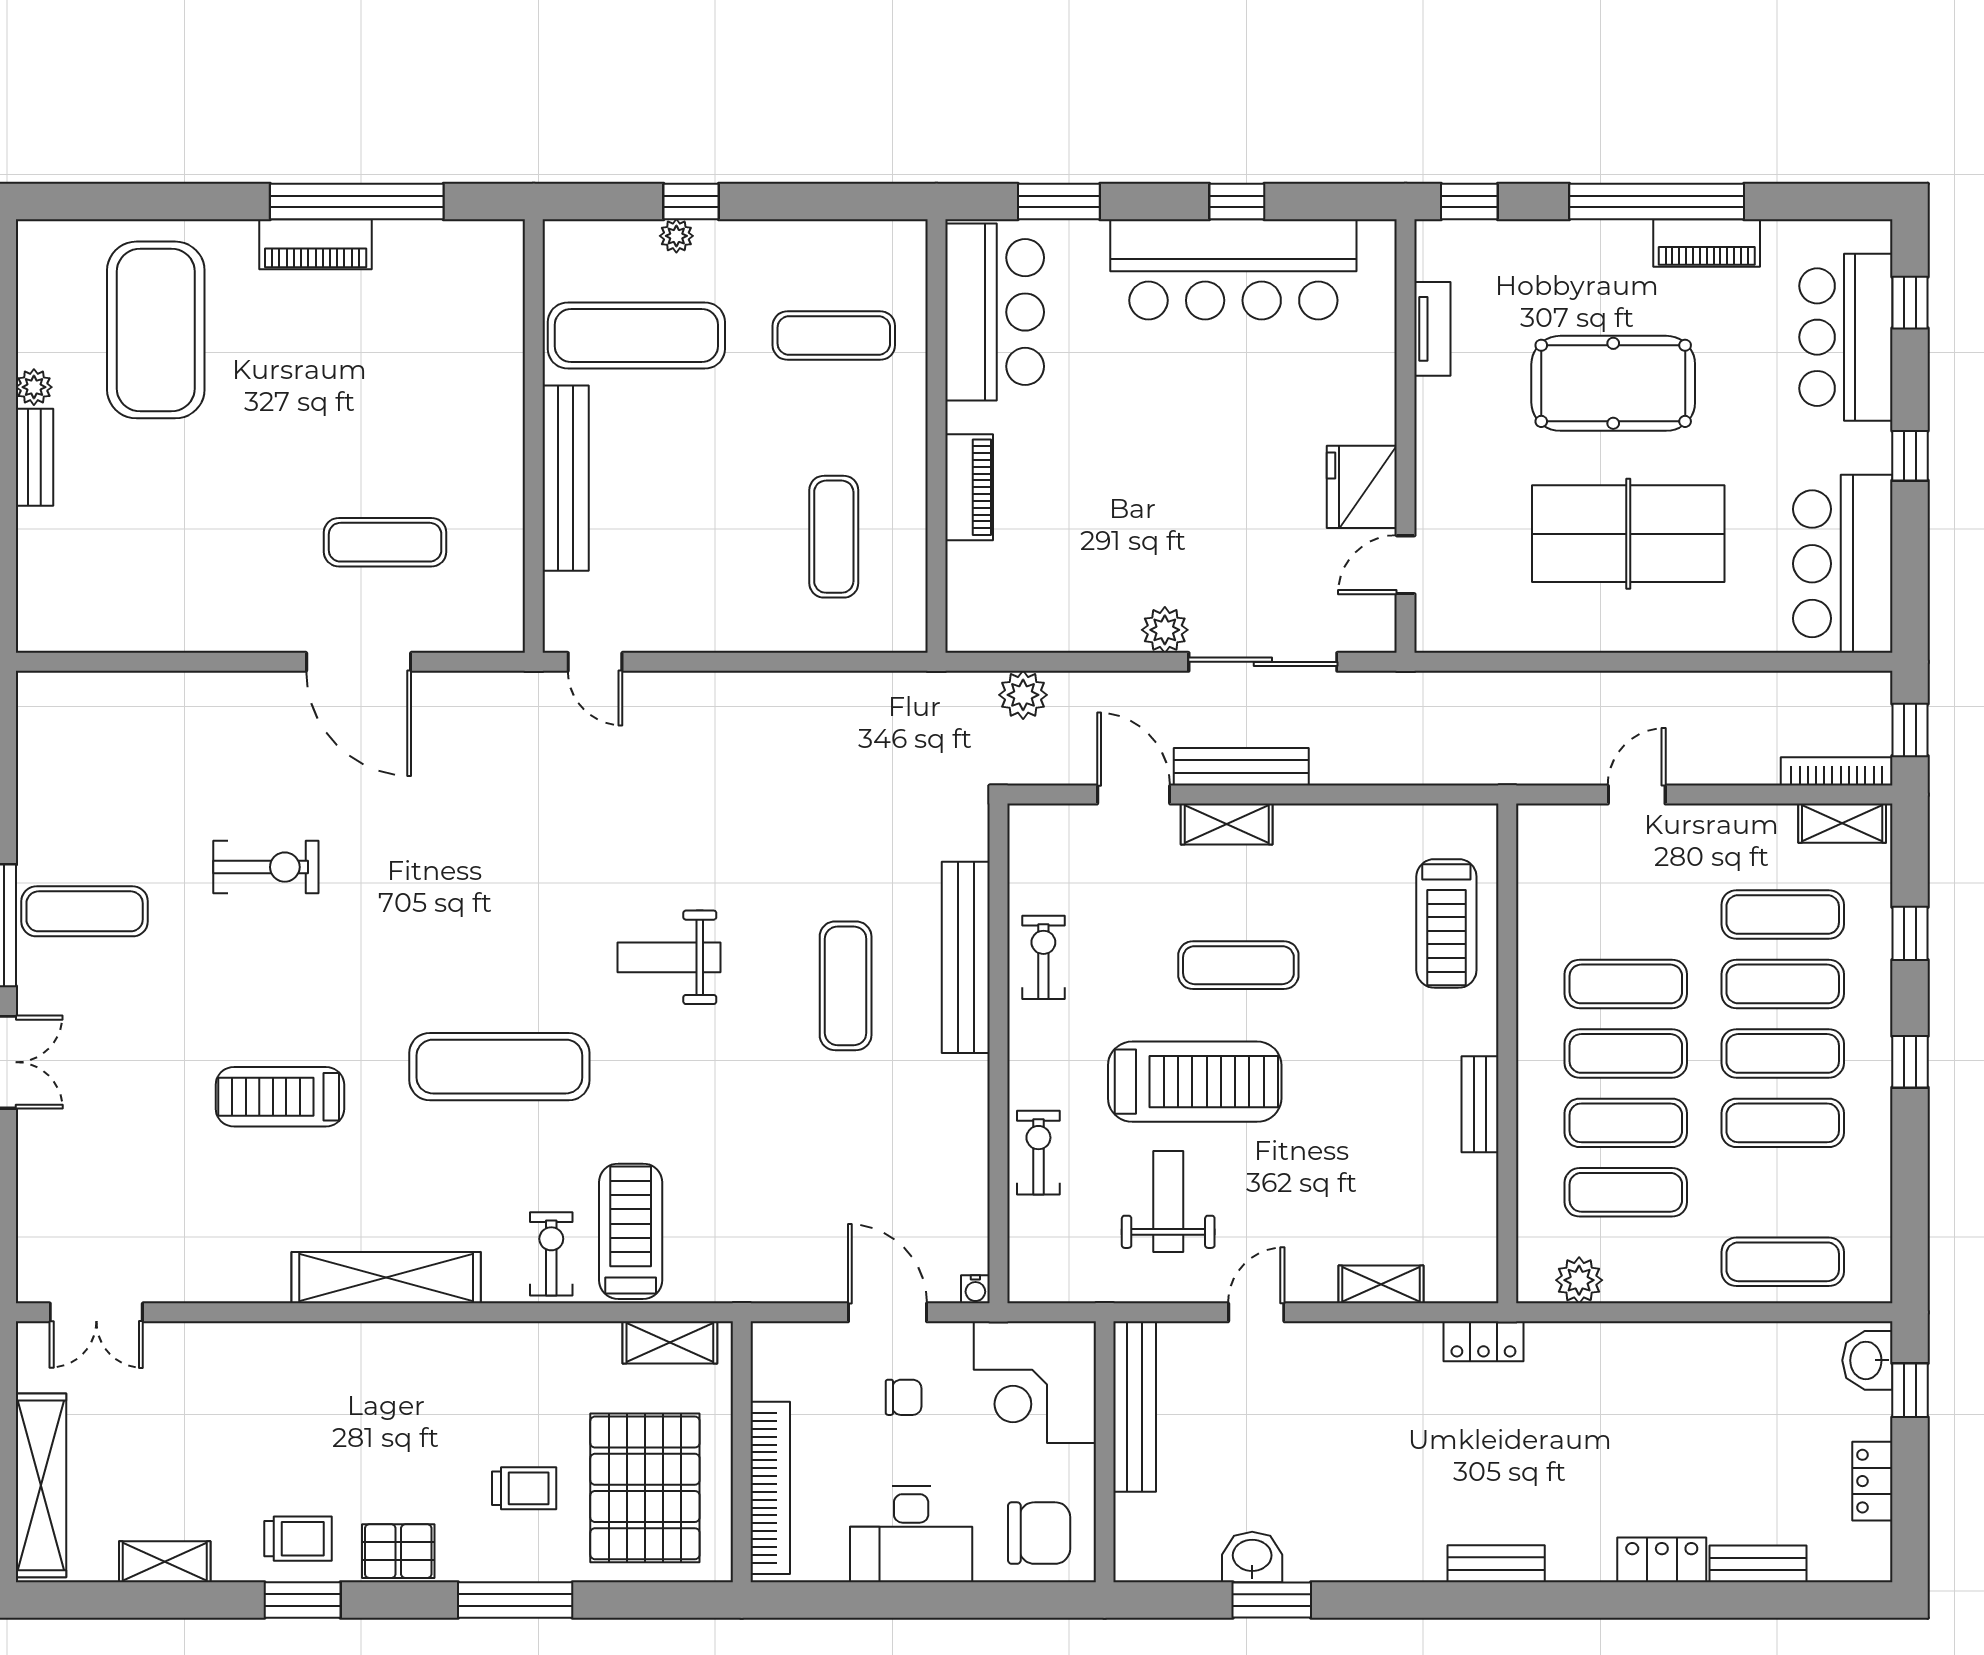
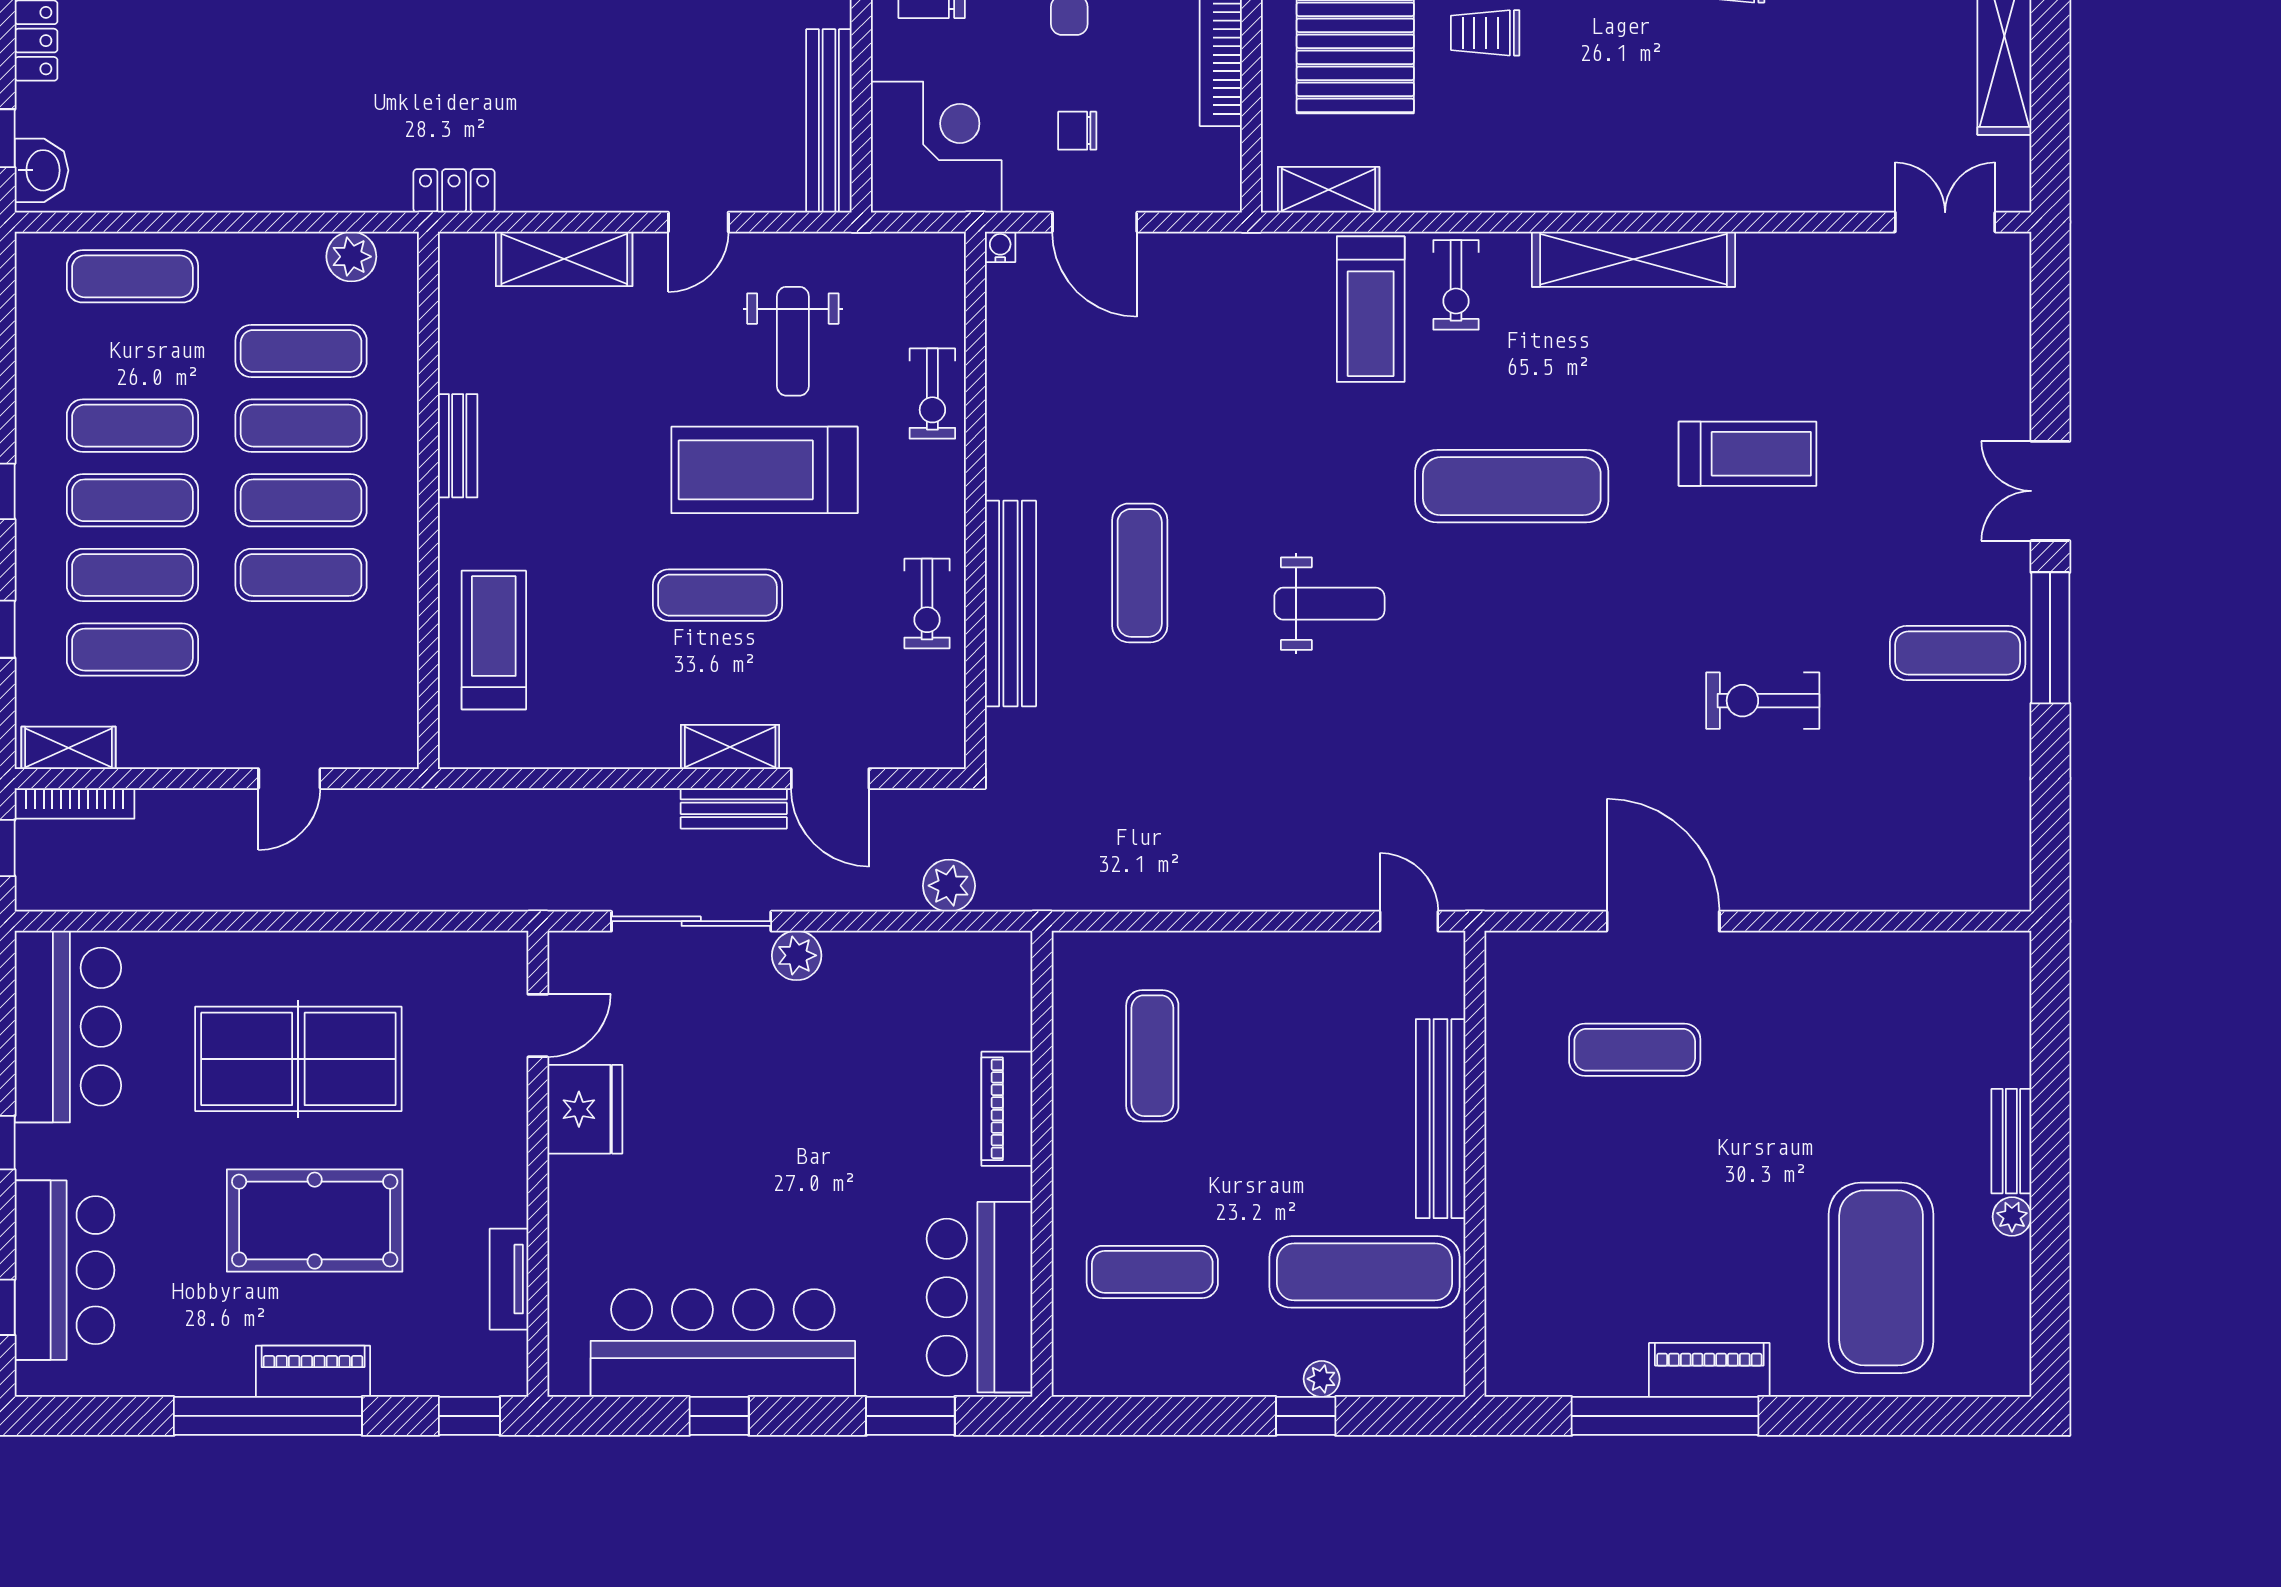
piano: (1707, 243) -> (313, 1371), moved
bench: (1241, 767) -> (734, 808), width x0.73
shelving: (1381, 1284) -> (564, 259), width x1.50, depth x1.33

